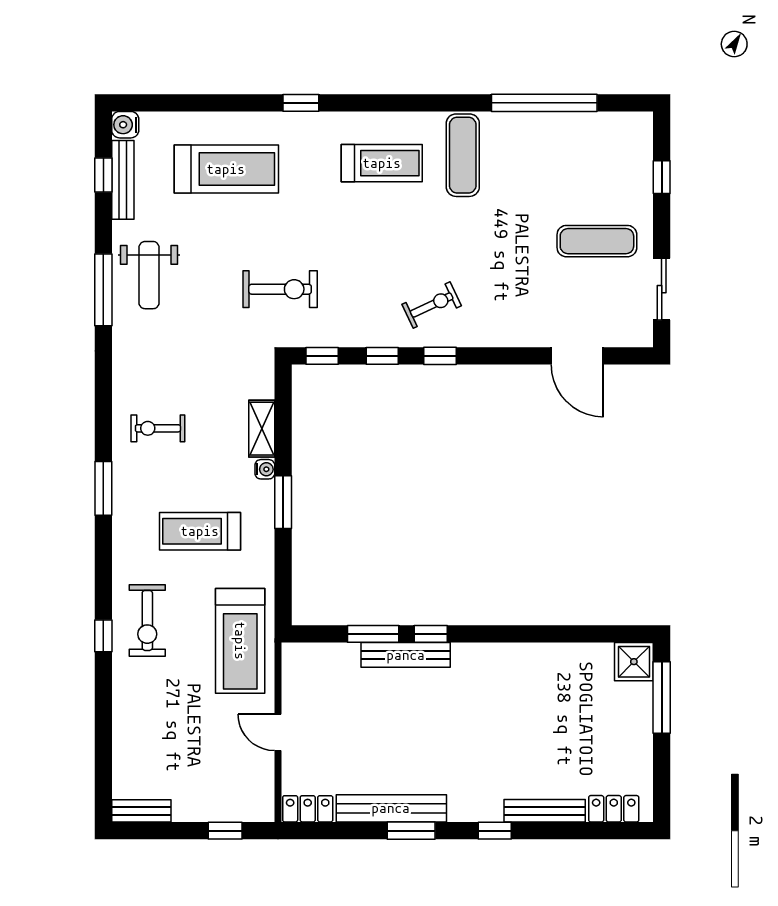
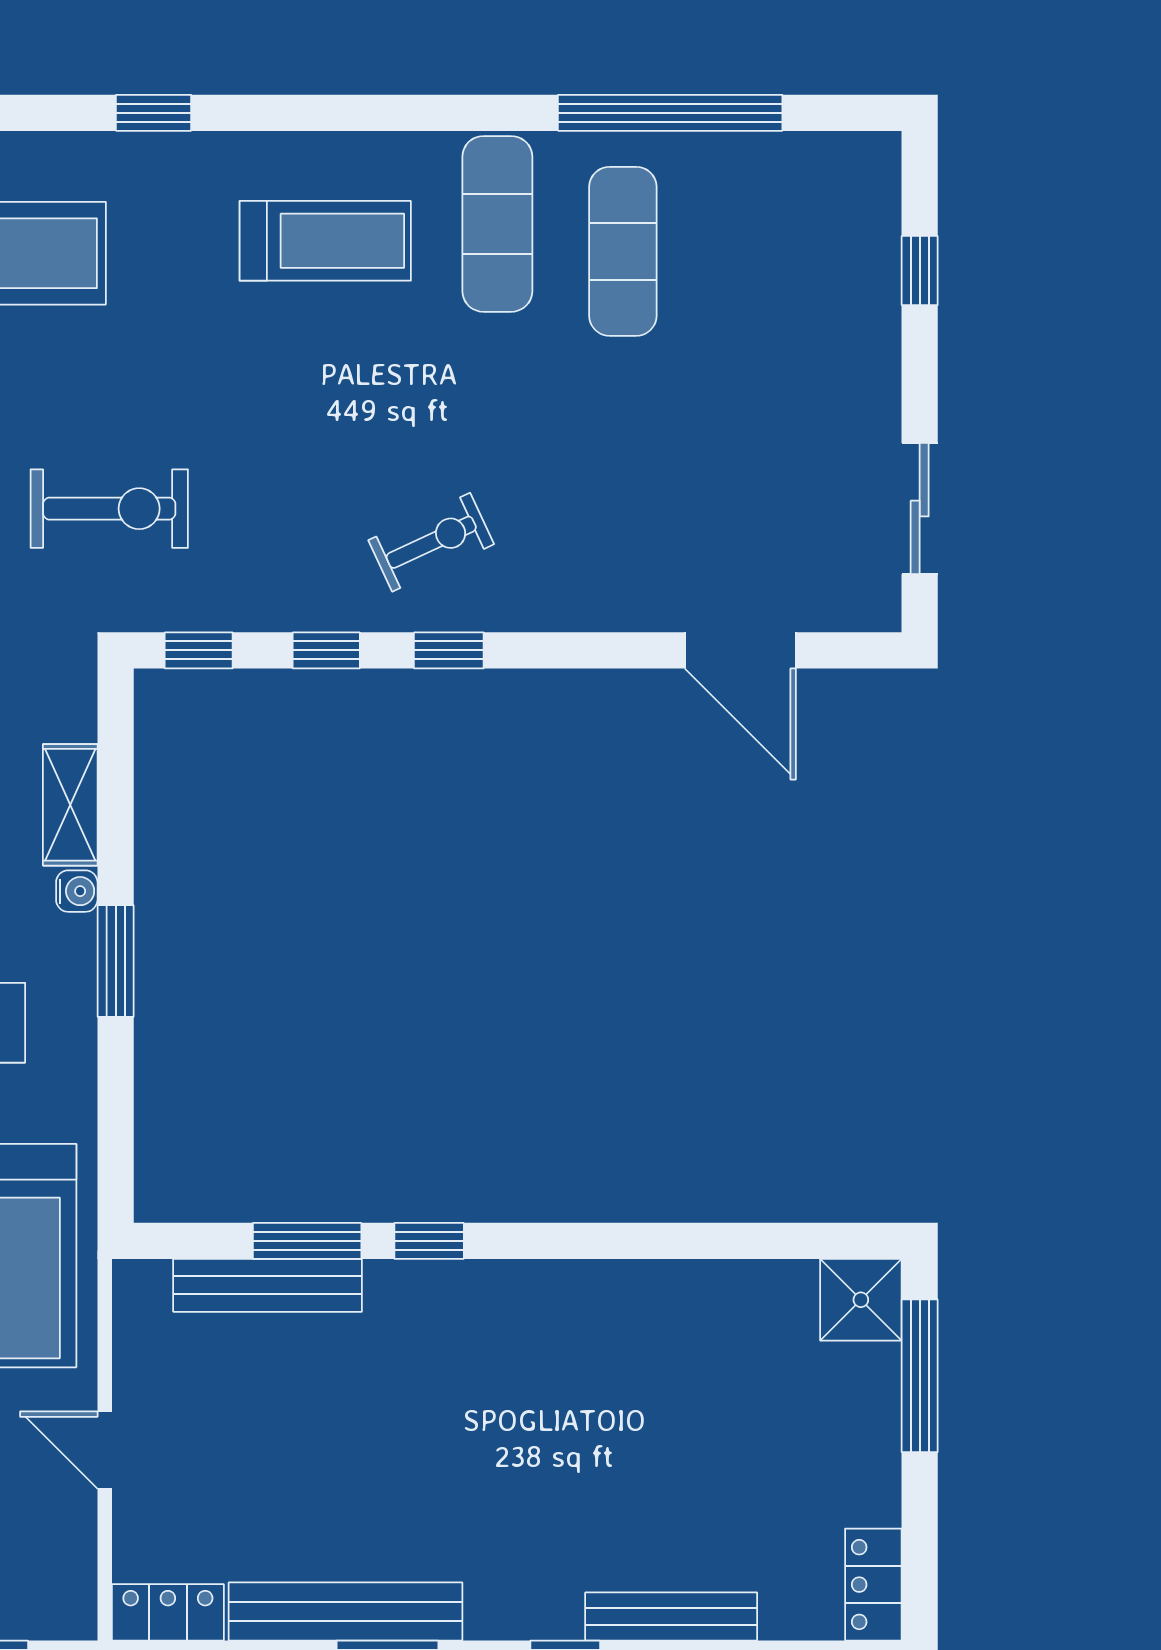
exercise mat: (597, 241) -> (623, 251), moved, turned 90
bench: (406, 655) -> (268, 1285), moved
locker: (614, 809) -> (873, 1585), moved, turned -90

